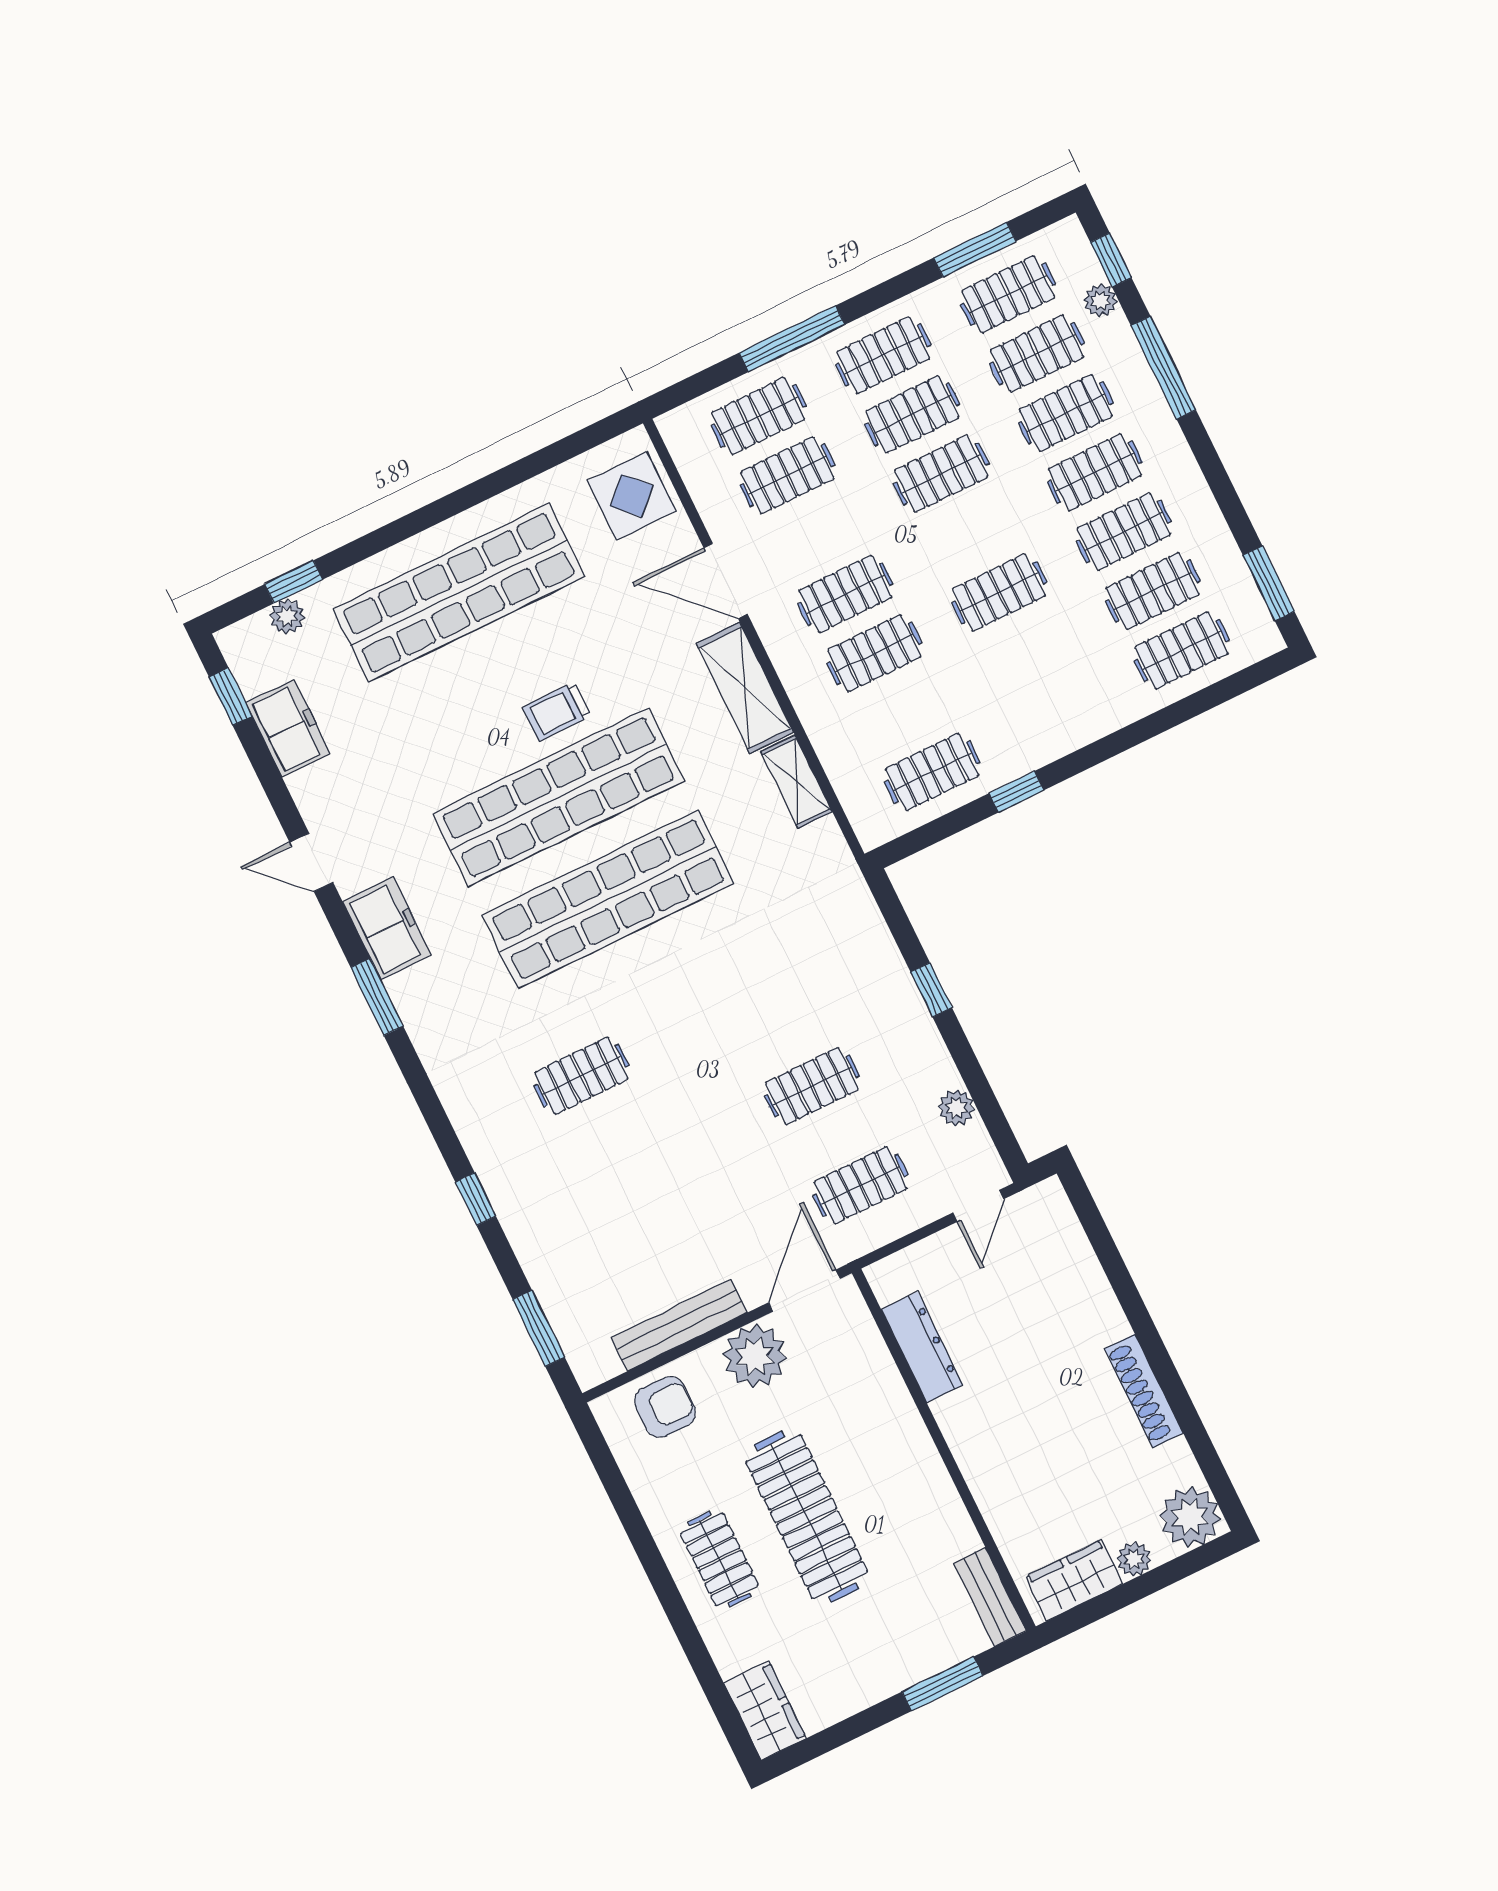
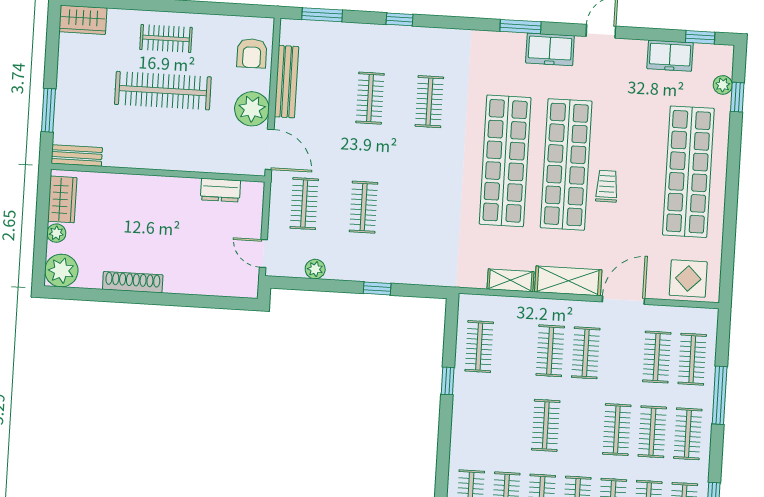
clothes rail: (630, 1175) -> (370, 98), added
dresser: (922, 1347) -> (220, 190), width x0.70

